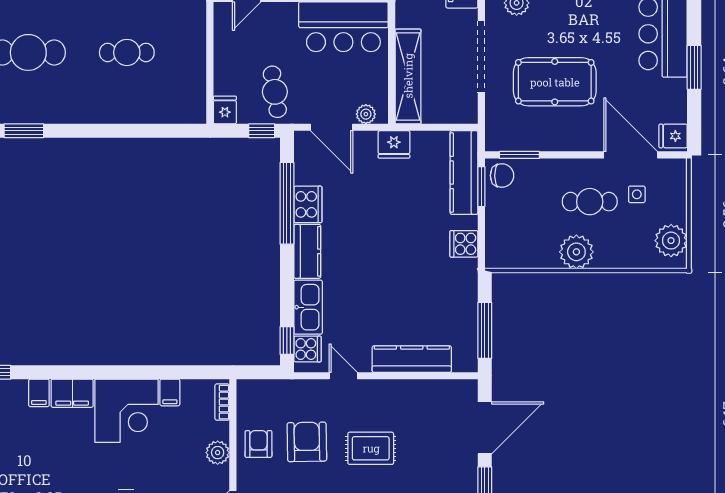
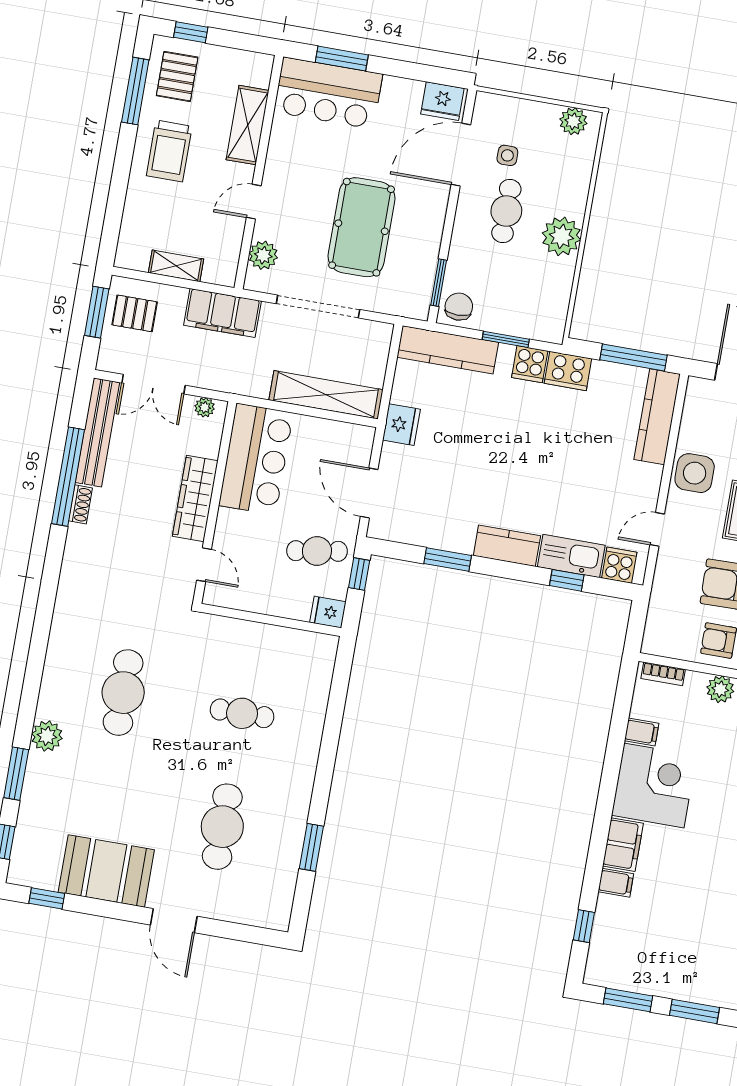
cafe table: (127, 52) -> (242, 713), turned 90
window: (694, 67) -> (342, 59), moved
plant: (366, 114) -> (361, 451), removed
door: (332, 127) -> (369, 493), swing flipped
fridge: (673, 136) -> (442, 101), width x1.38
window: (481, 187) -> (506, 339), moved
window: (287, 203) -> (448, 560), width x0.47
cooker: (308, 204) -> (568, 371), moved, turned 180
plant: (671, 241) -> (573, 121), width x0.73, depth x0.73
window: (287, 340) -> (567, 580), moved
kitchen counter: (412, 359) -> (657, 417), moved
side table: (396, 399) -> (695, 473), added

